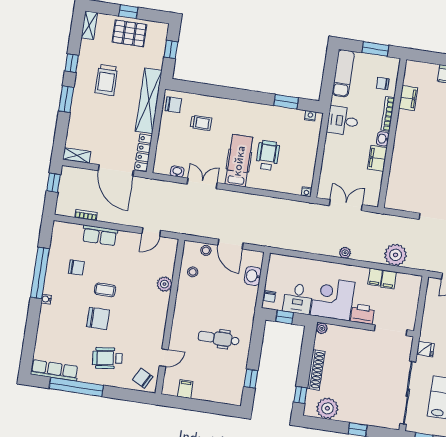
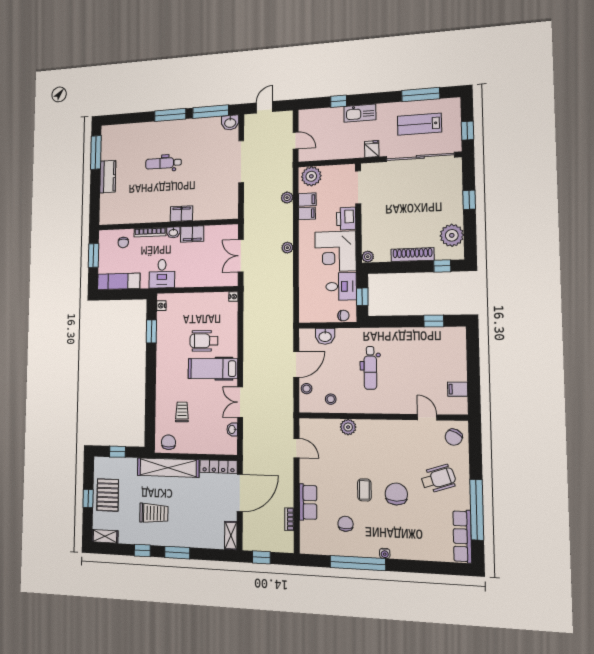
filing cabinet: (408, 98) -> (181, 214), moved
plant: (396, 255) -> (287, 198), width x0.53, depth x0.53
plant: (411, 287) -> (311, 176), added
dental chair: (219, 339) -> (370, 368), moved
wheelchair: (107, 358) -> (438, 479), turned -101

